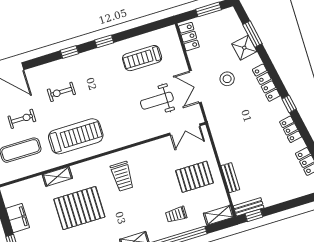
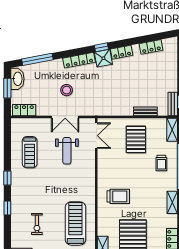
washbasin: (223, 18) -> (17, 79), added
window: (252, 34) -> (37, 59), width x1.44
shower: (244, 48) -> (103, 58), moved

